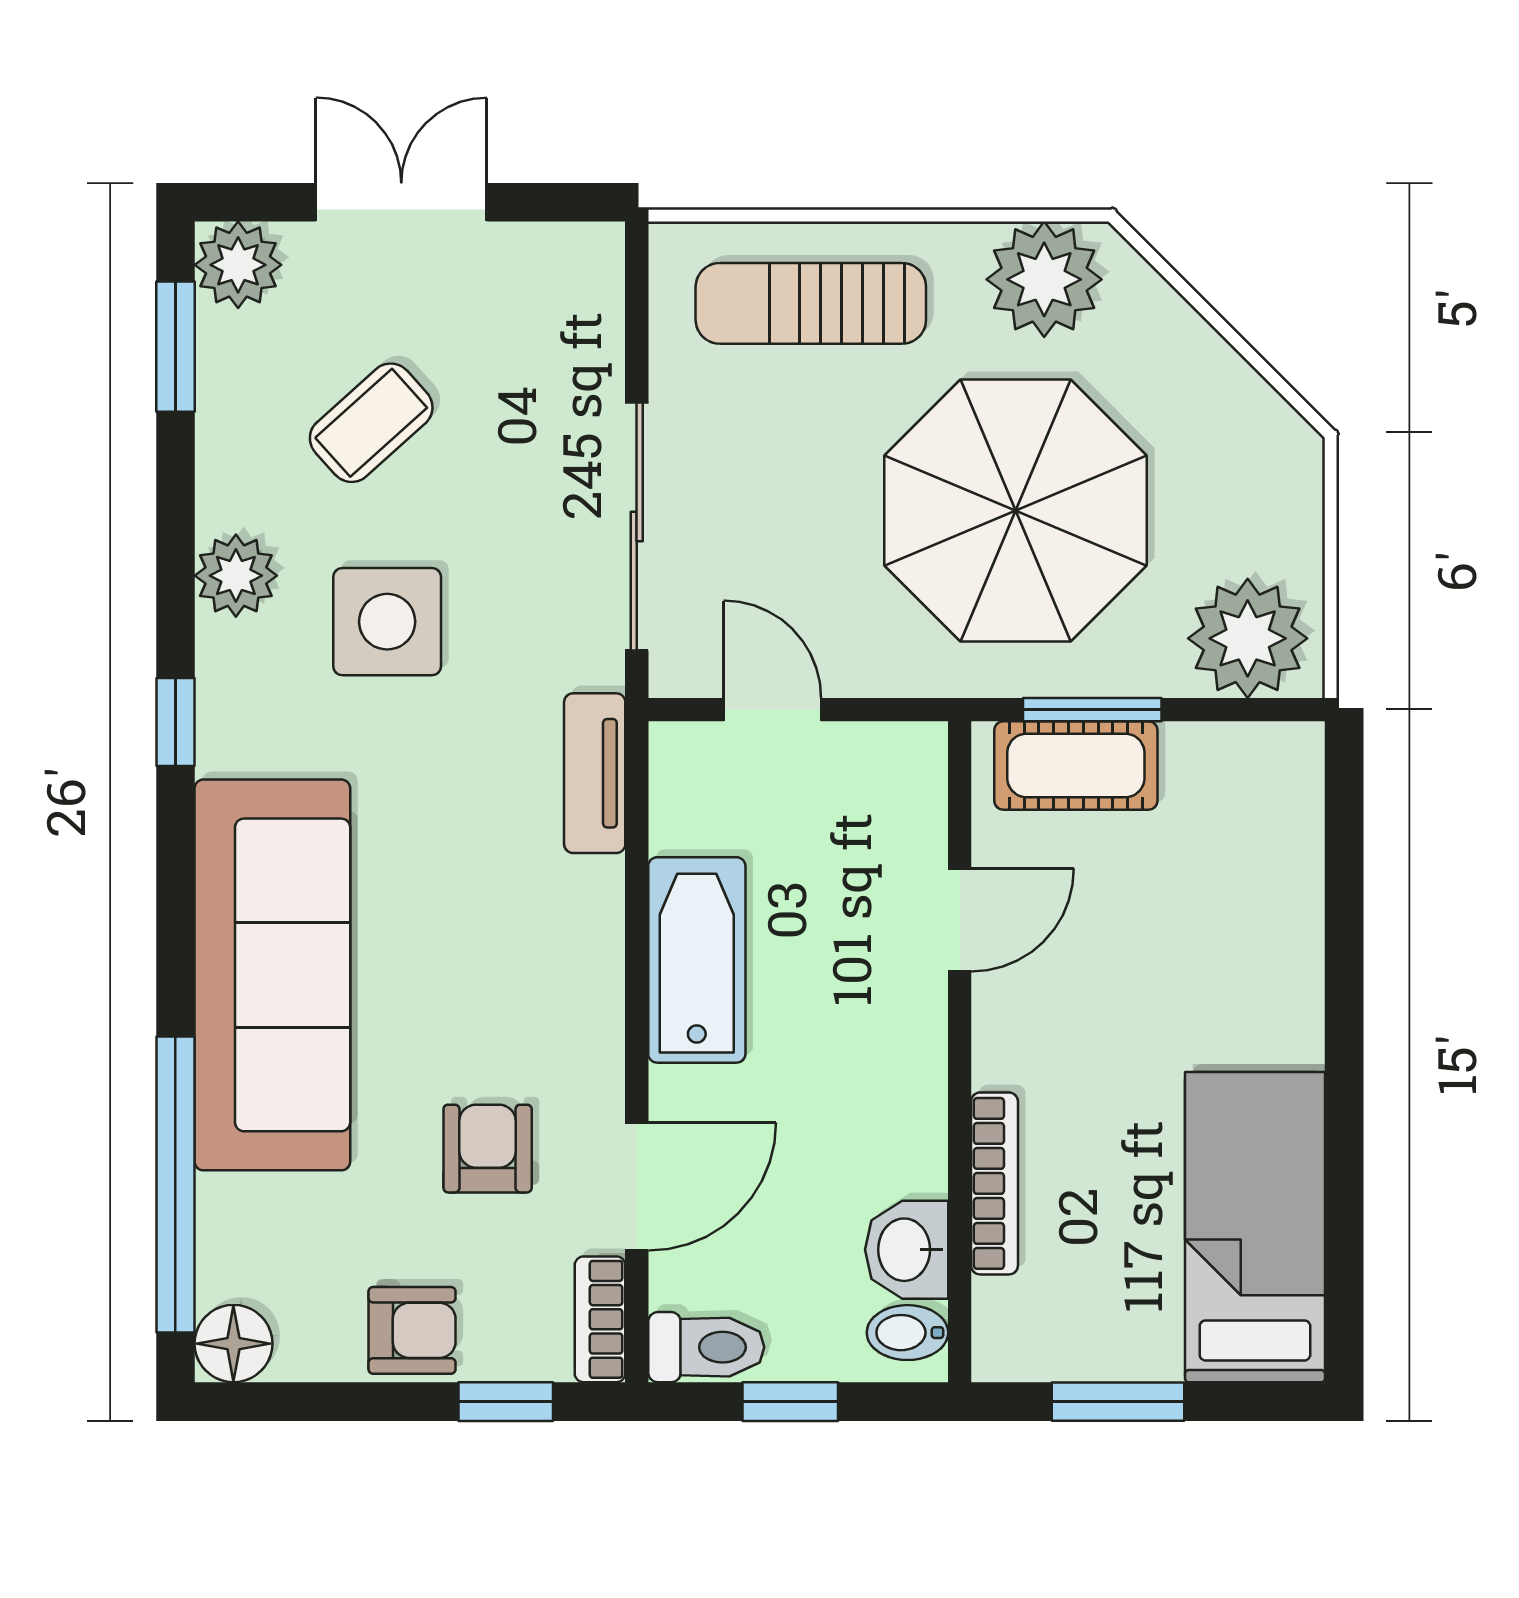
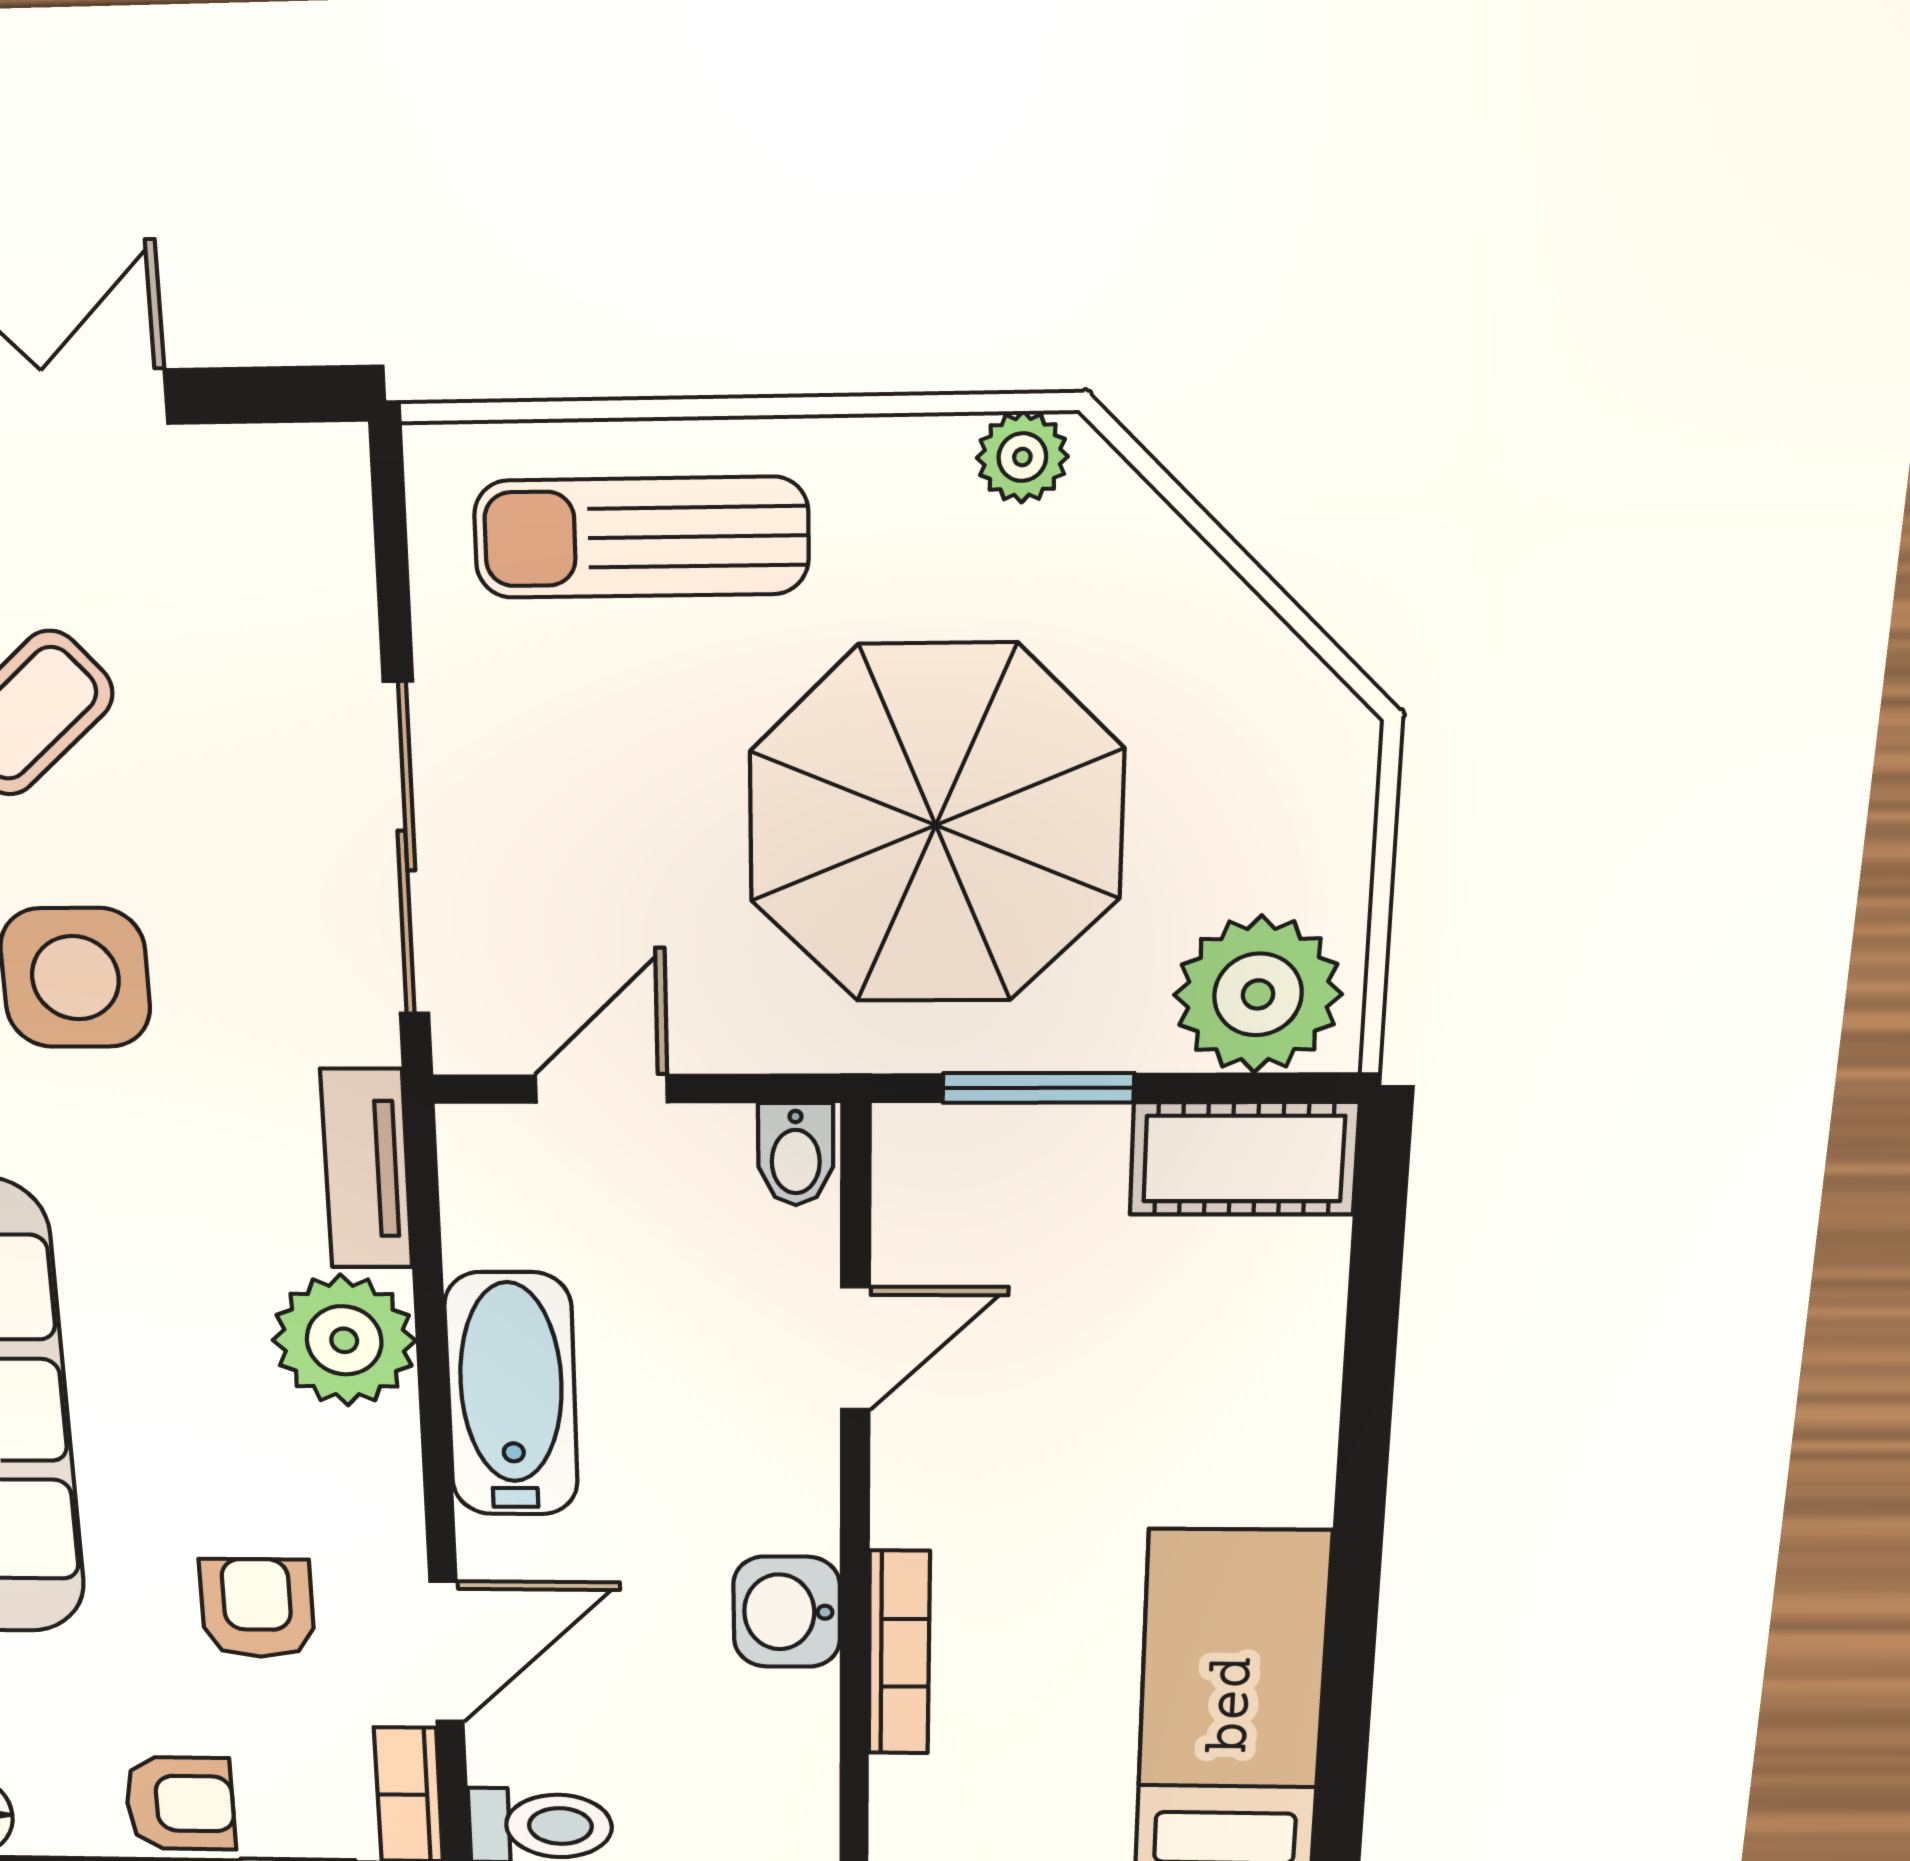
plant: (1044, 279) -> (1022, 457), width x0.53, depth x0.53
door: (772, 710) -> (601, 1089), hinge flipped
cot: (1076, 765) -> (1244, 1159), moved
plant: (570, 914) -> (344, 1340), added
washbasin: (907, 1250) -> (787, 1612), moved
bidet: (907, 1333) -> (796, 1154), moved, turned -90

